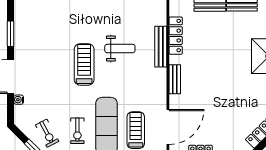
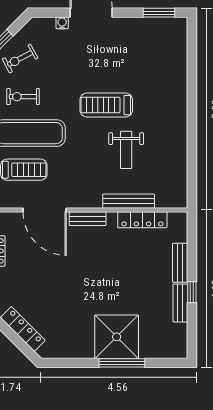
window: (10, 34) -> (159, 13), moved
treadmill: (84, 64) -> (106, 105), turned 180
door: (168, 127) -> (45, 210), moved

